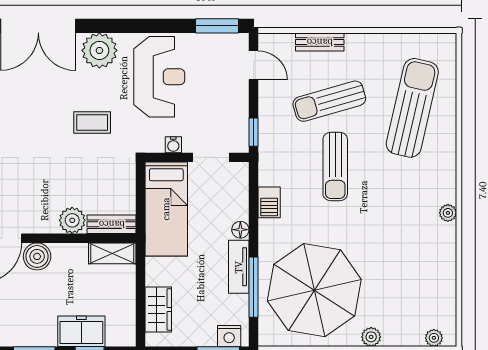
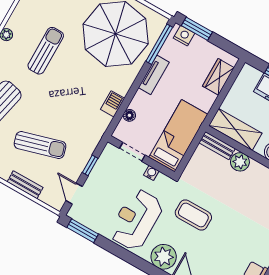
coffee table: (92, 123) -> (193, 215), width x1.36, depth x1.30
window: (254, 132) -> (90, 165), moved
sun lounger: (335, 167) -> (46, 51), moved
floor lamp: (240, 230) -> (129, 115), moved
shelving: (112, 253) -> (235, 129), width x1.50, depth x1.33
window: (254, 287) -> (159, 44), moved

